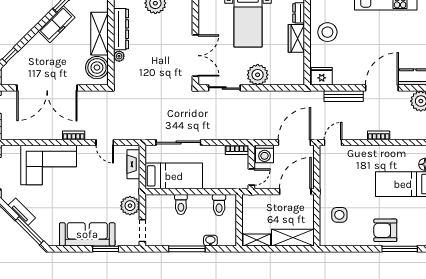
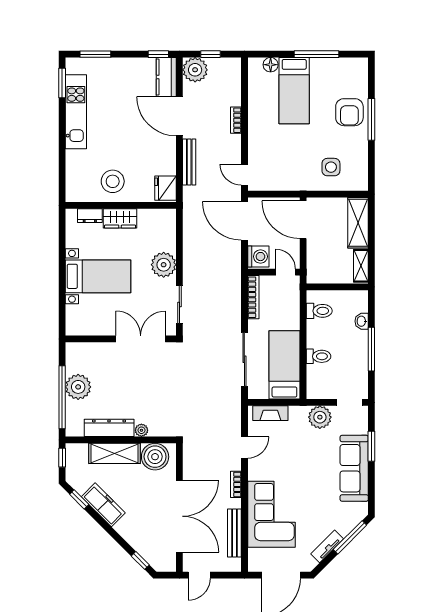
bench: (33, 134) -> (234, 533), added
bookcase: (237, 150) -> (253, 297), width x1.56
window: (400, 249) -> (371, 119), moved

